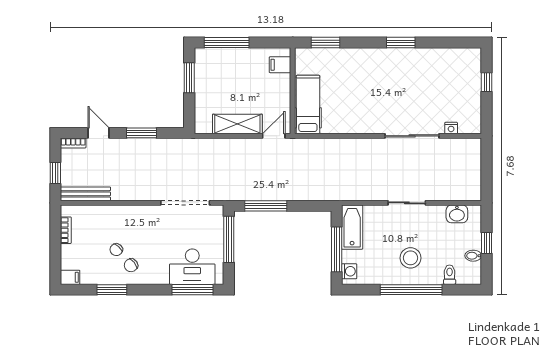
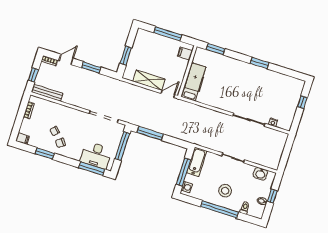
window: (227, 43) -> (168, 34), moved
window: (189, 78) -> (126, 56), moved
door: (98, 133) -> (66, 59), hinge flipped

